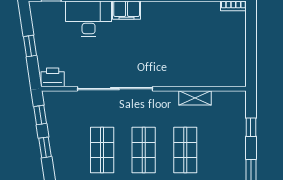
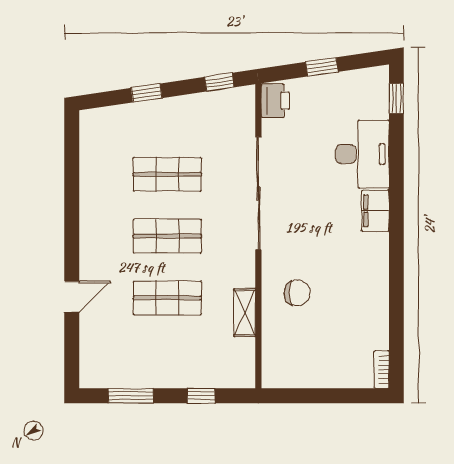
chair: (182, 63) -> (297, 293), added
window: (45, 147) -> (147, 93), moved

